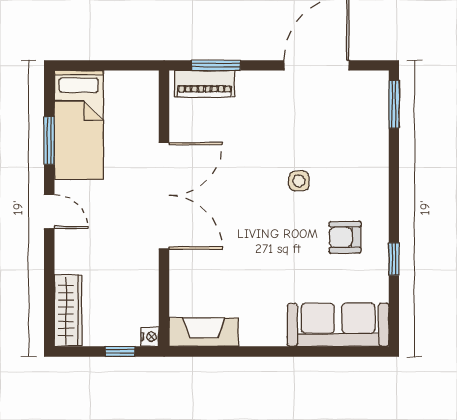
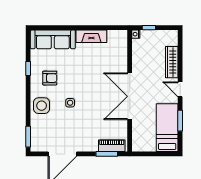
side table: (364, 175) -> (42, 106), added
wardrobe: (68, 311) -> (172, 62), moved
fireplace: (204, 332) -> (91, 36), moved

